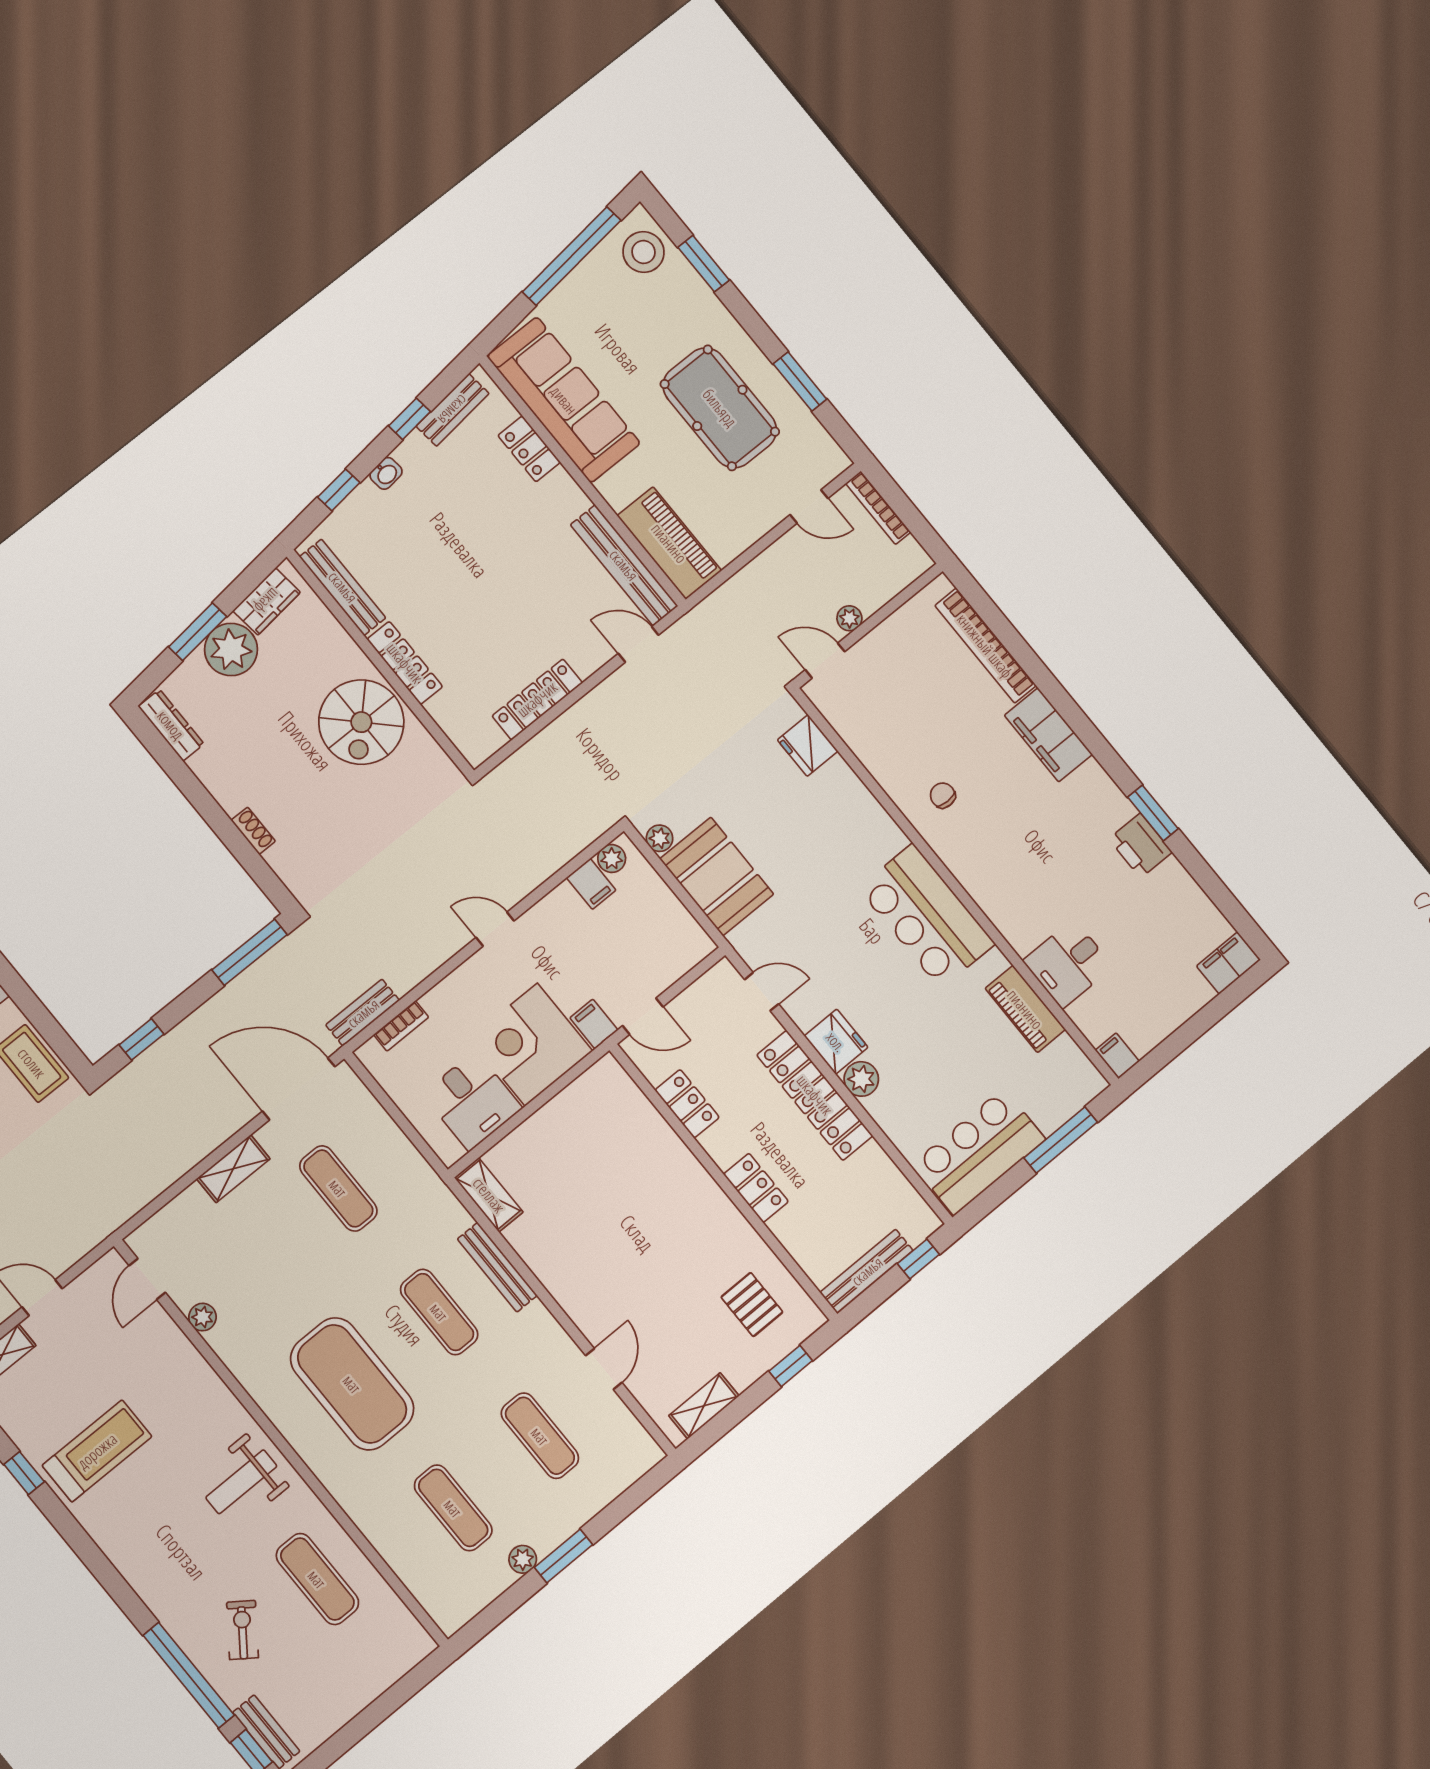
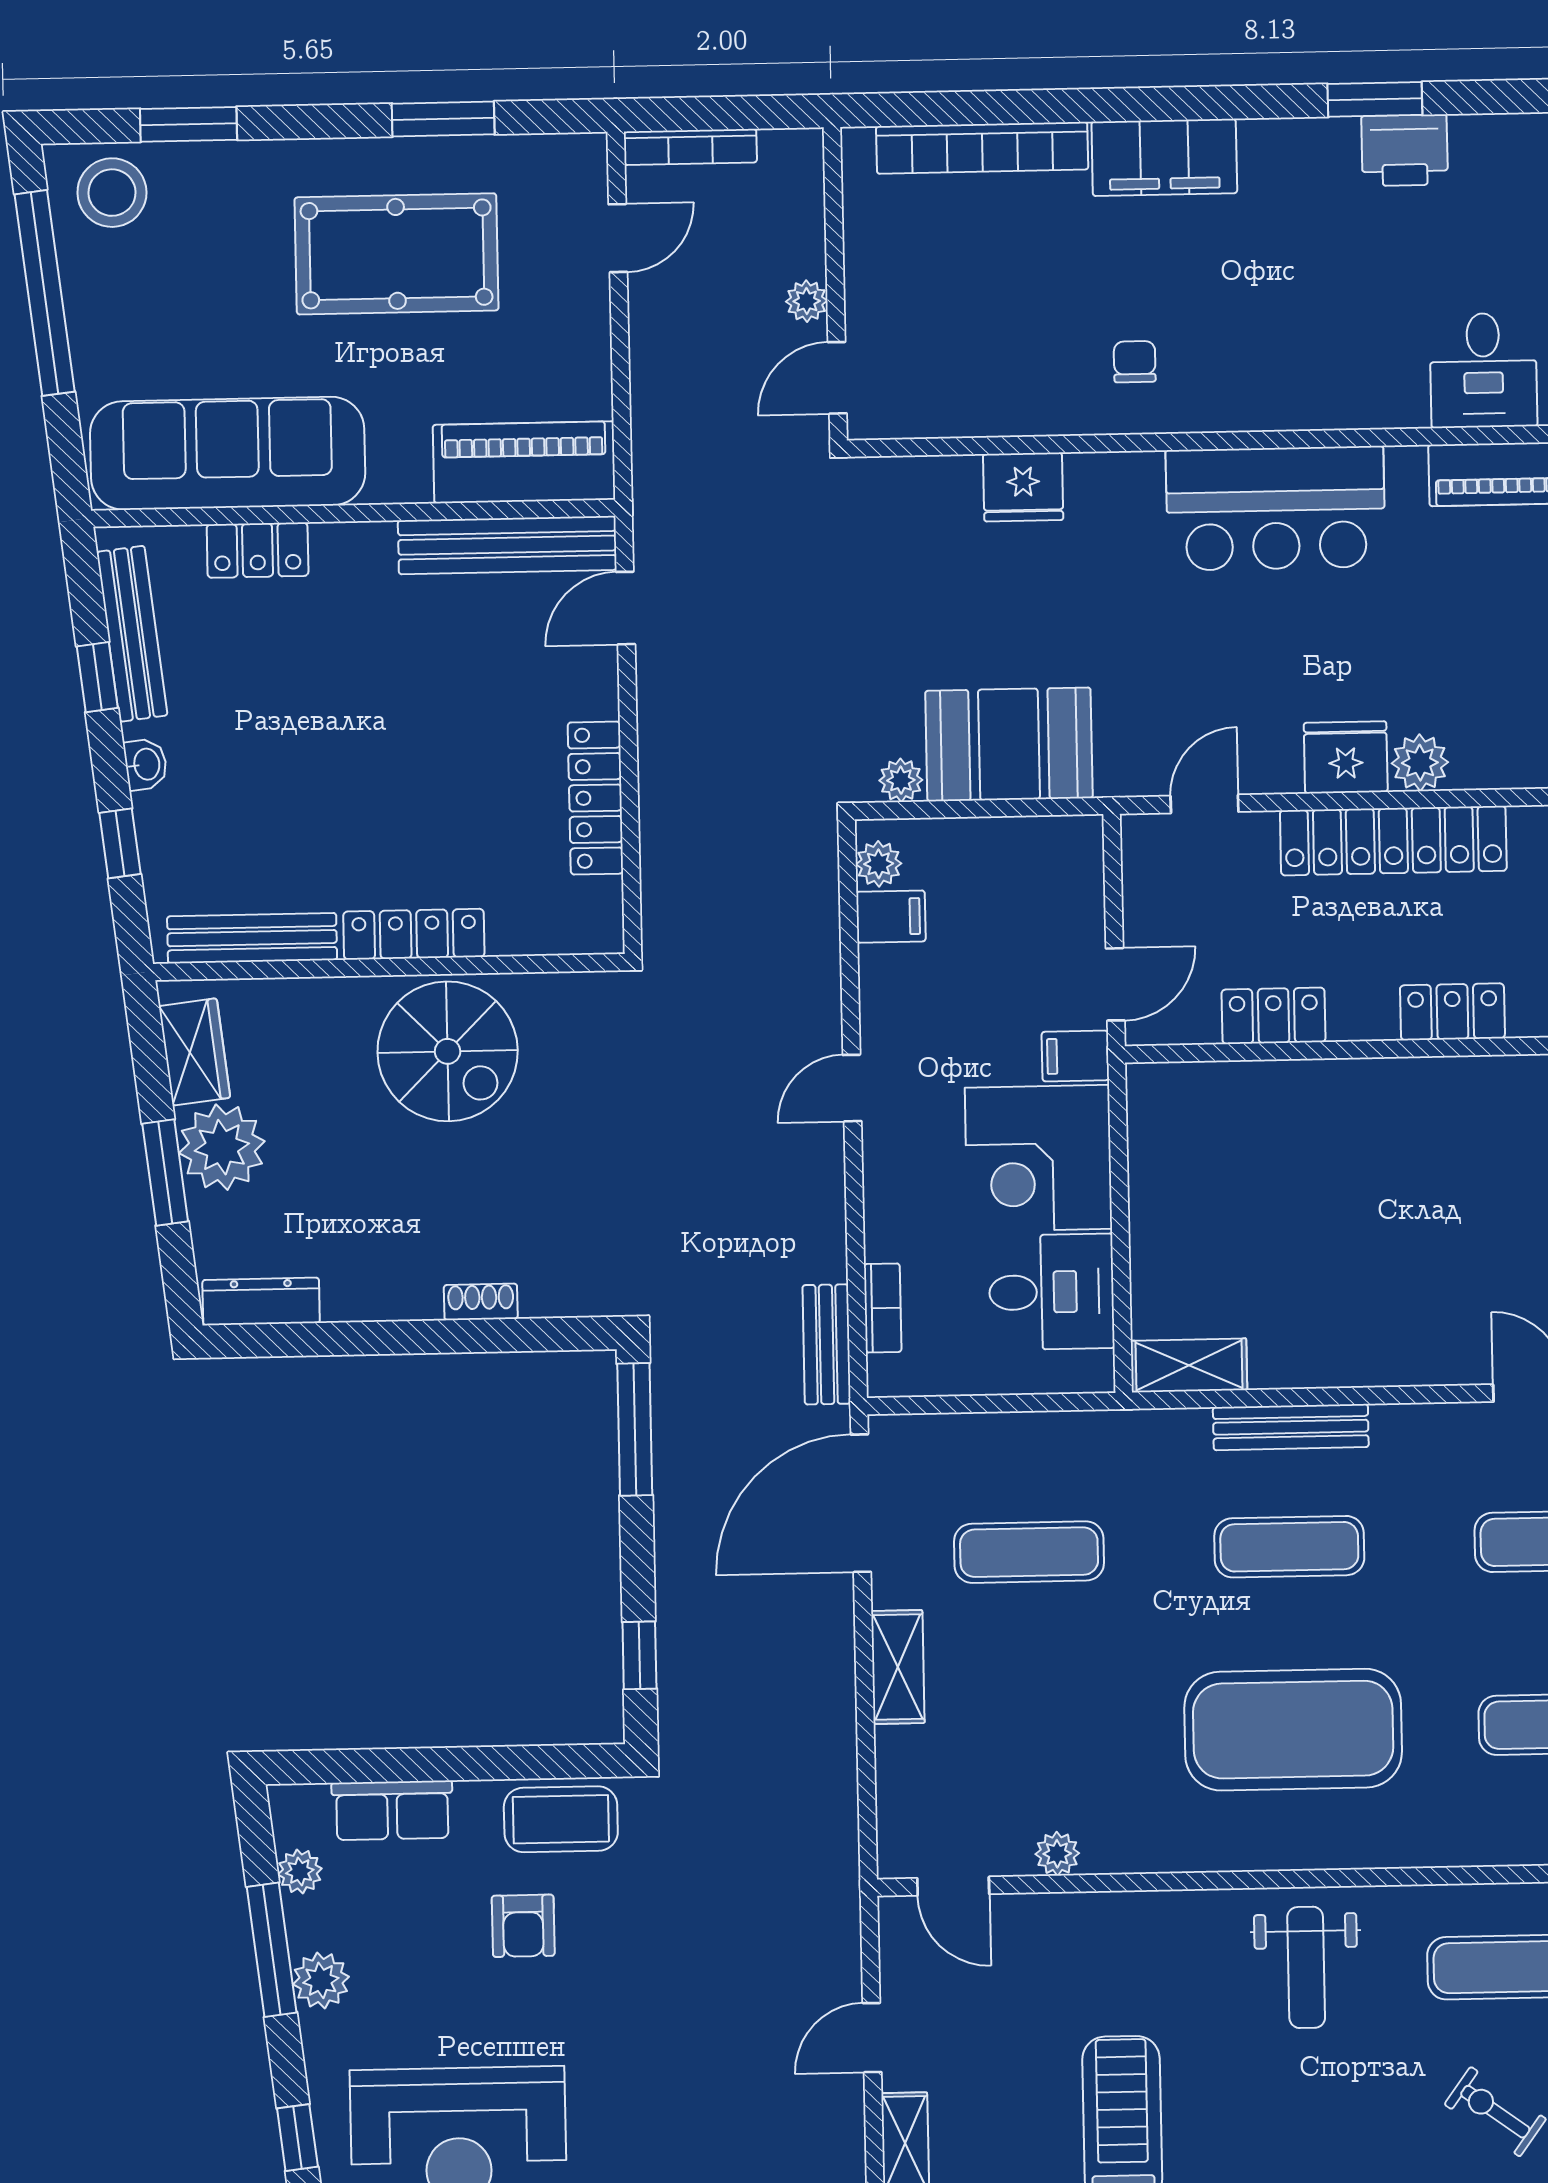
bench: (453, 410) -> (132, 634), width x1.36
fridge: (808, 746) -> (1023, 487), moved
chair: (943, 795) -> (1135, 362), turned 90

